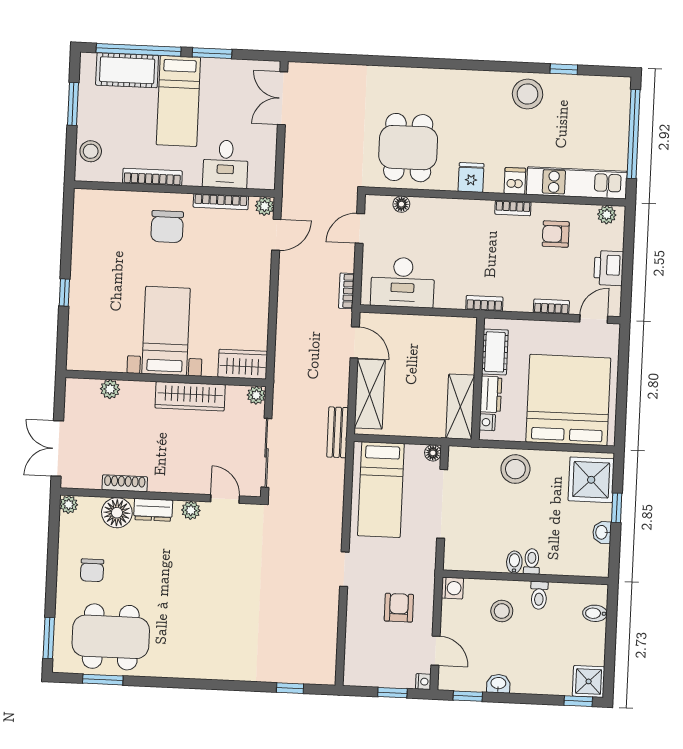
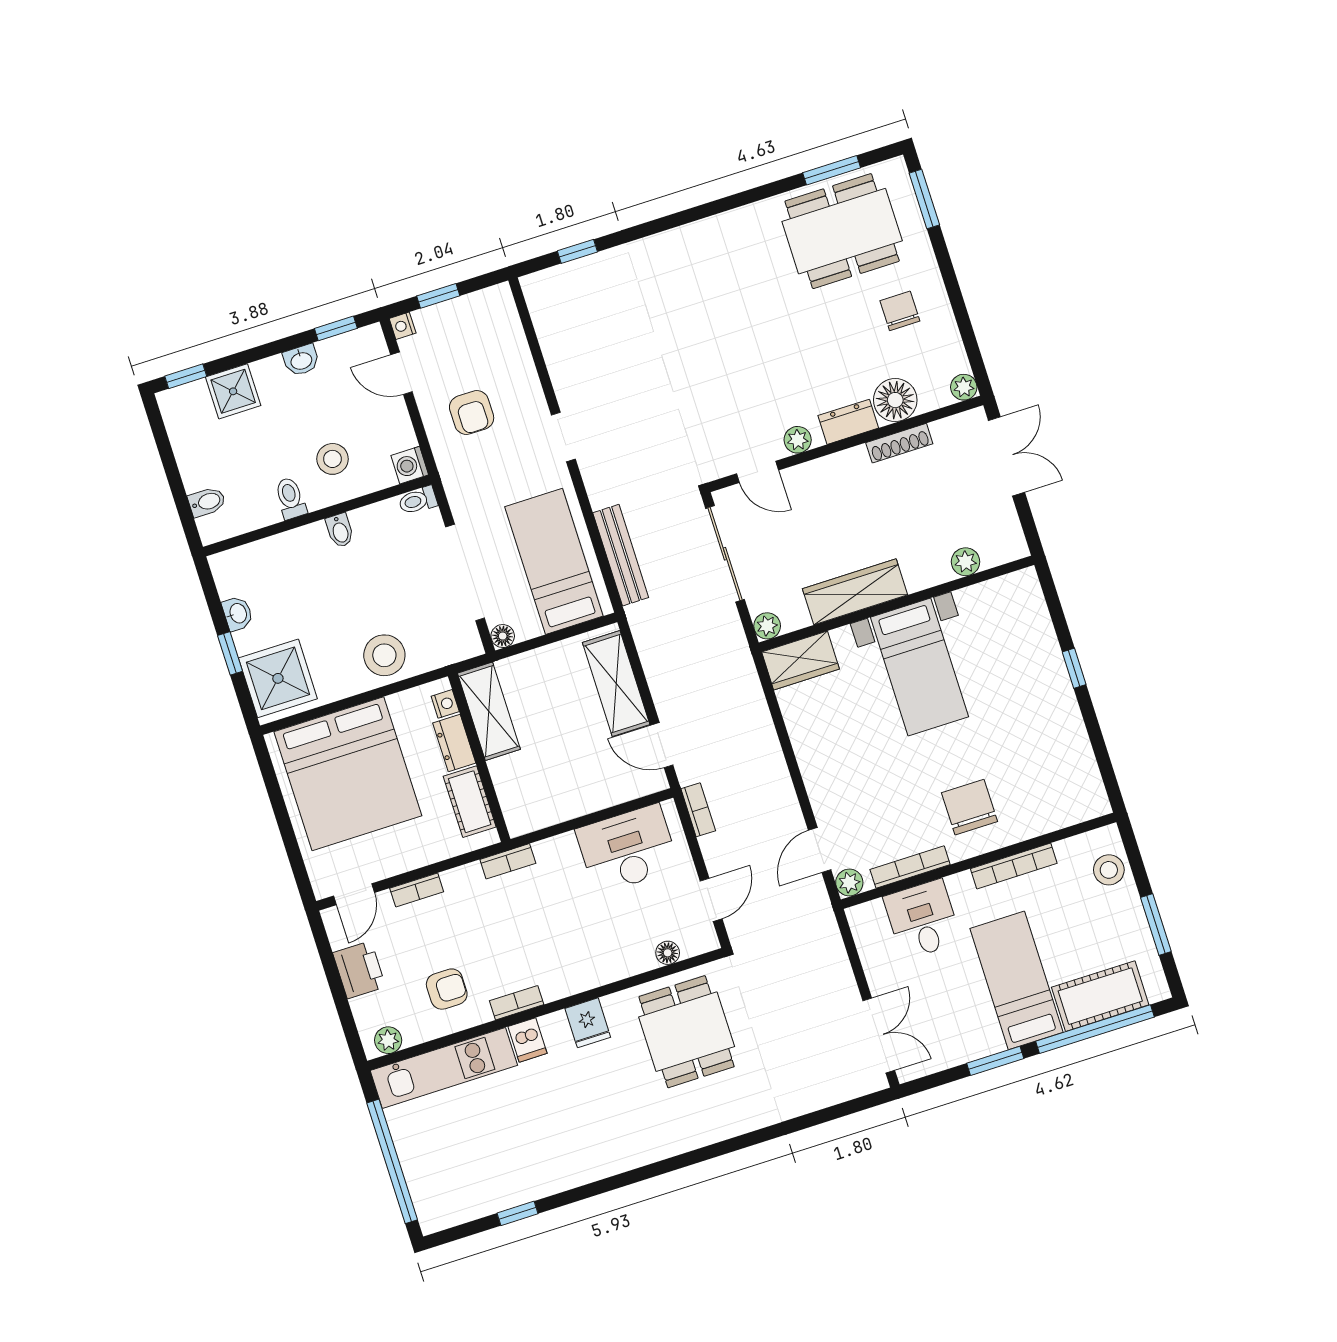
stool: (528, 94) -> (554, 1162), removed
bench: (337, 432) -> (621, 555), moved, width x1.36
toilet: (532, 561) -> (418, 500), moved, turned 90
shower: (589, 681) -> (233, 391), moved

